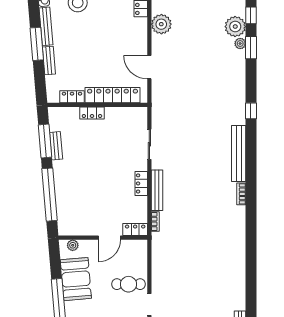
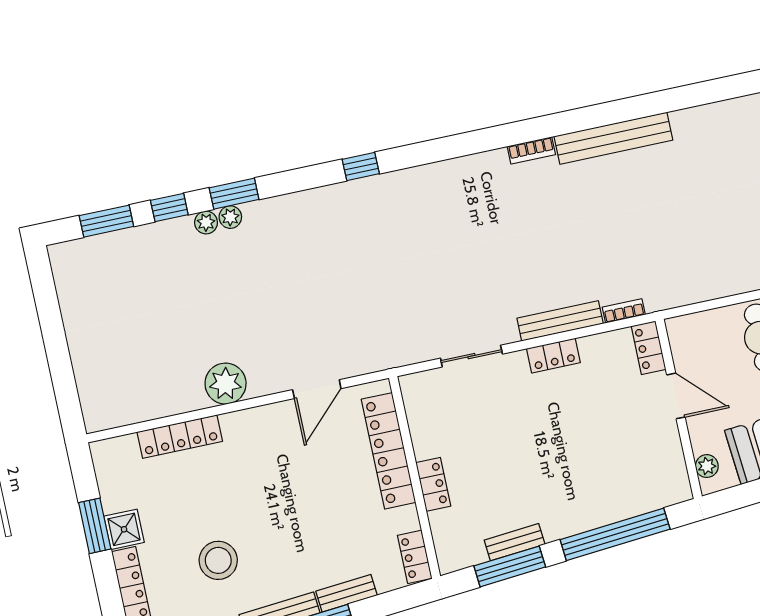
plant: (235, 27) -> (206, 222), width x0.53, depth x0.53
locker: (72, 97) -> (415, 557), moved
bench: (239, 154) -> (613, 138), moved

